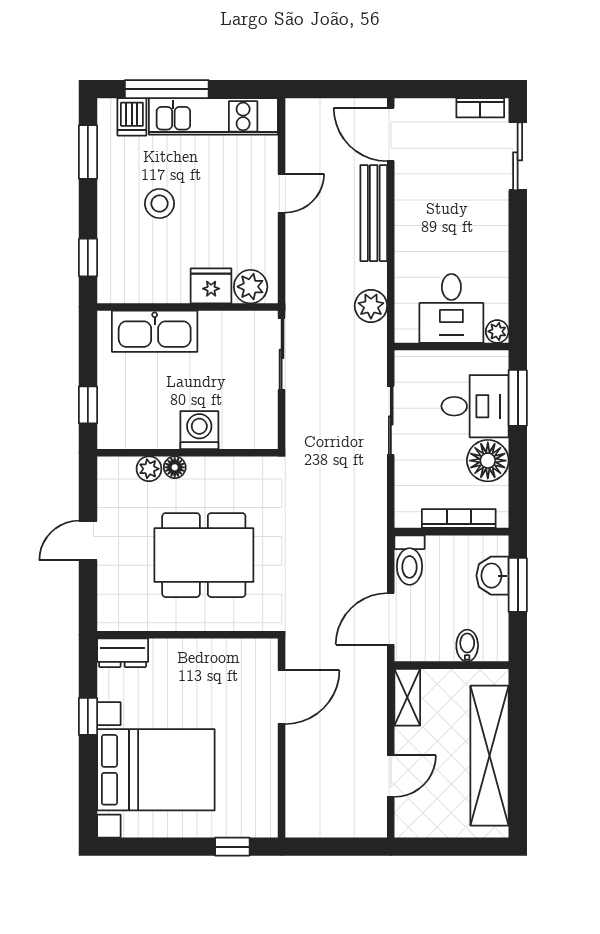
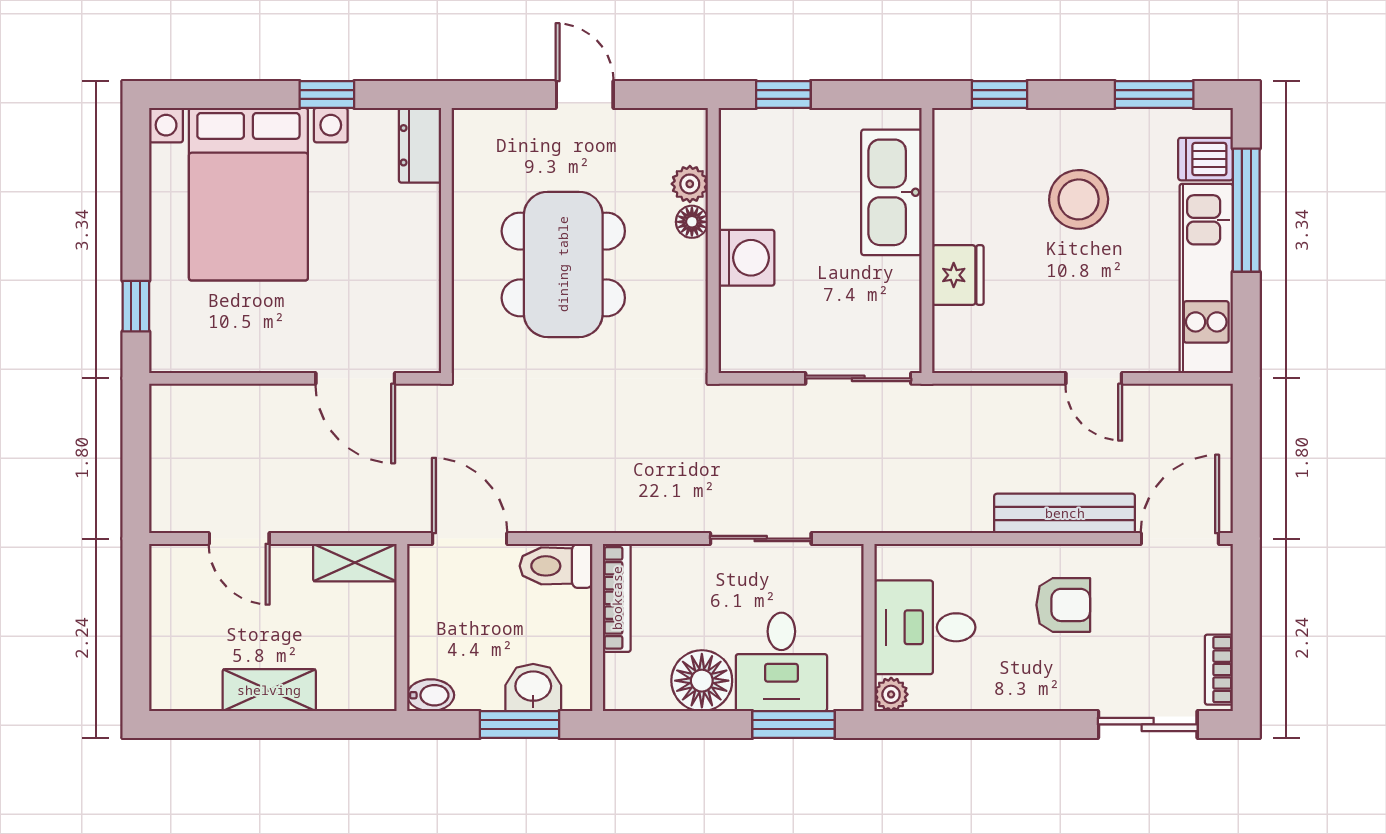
stool: (159, 204) -> (1079, 199), width x1.38, depth x1.38
armchair: (436, 214) -> (1063, 605), added
plant: (251, 287) -> (957, 333), removed
plant: (371, 306) -> (928, 509), removed
bookcase: (459, 519) -> (617, 598), moved
bidet: (467, 646) -> (431, 695), moved
shelving: (489, 756) -> (269, 690), width x0.45, depth x0.75

